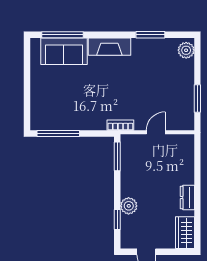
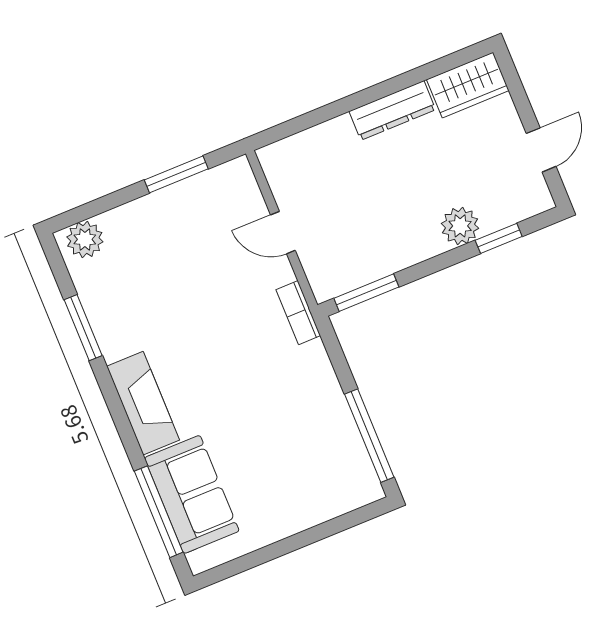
dresser: (187, 197) -> (392, 110), width x1.44

